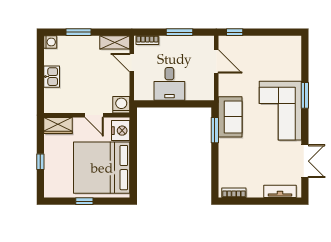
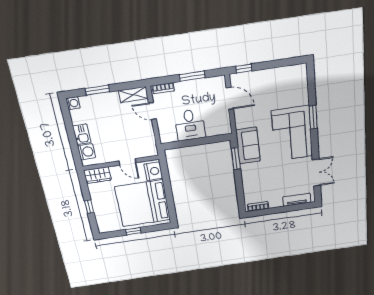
washing machine: (121, 105) -> (87, 152), moved, turned 90

